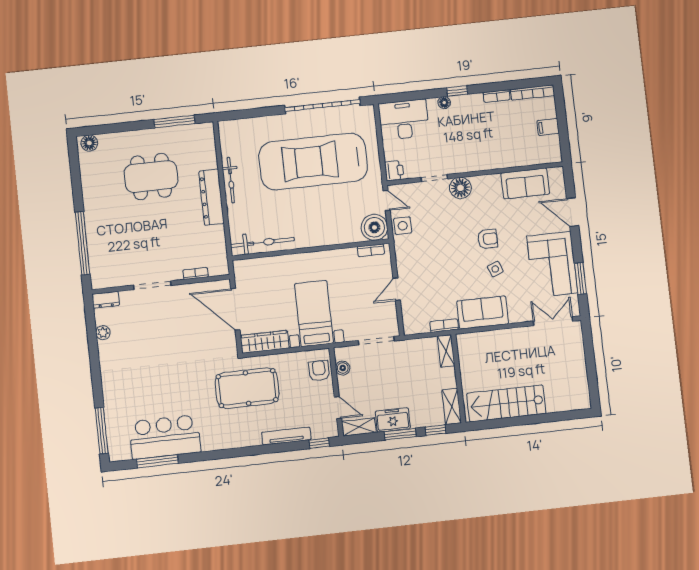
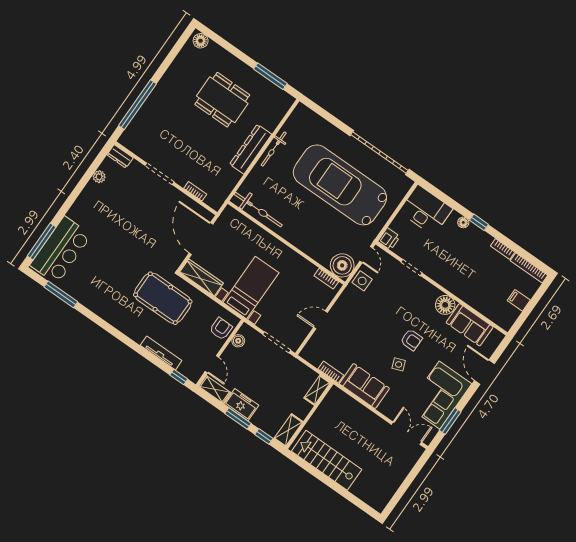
floor lamp: (460, 188) -> (445, 305), moved
bar counter: (165, 437) -> (61, 250), moved, turned 90

